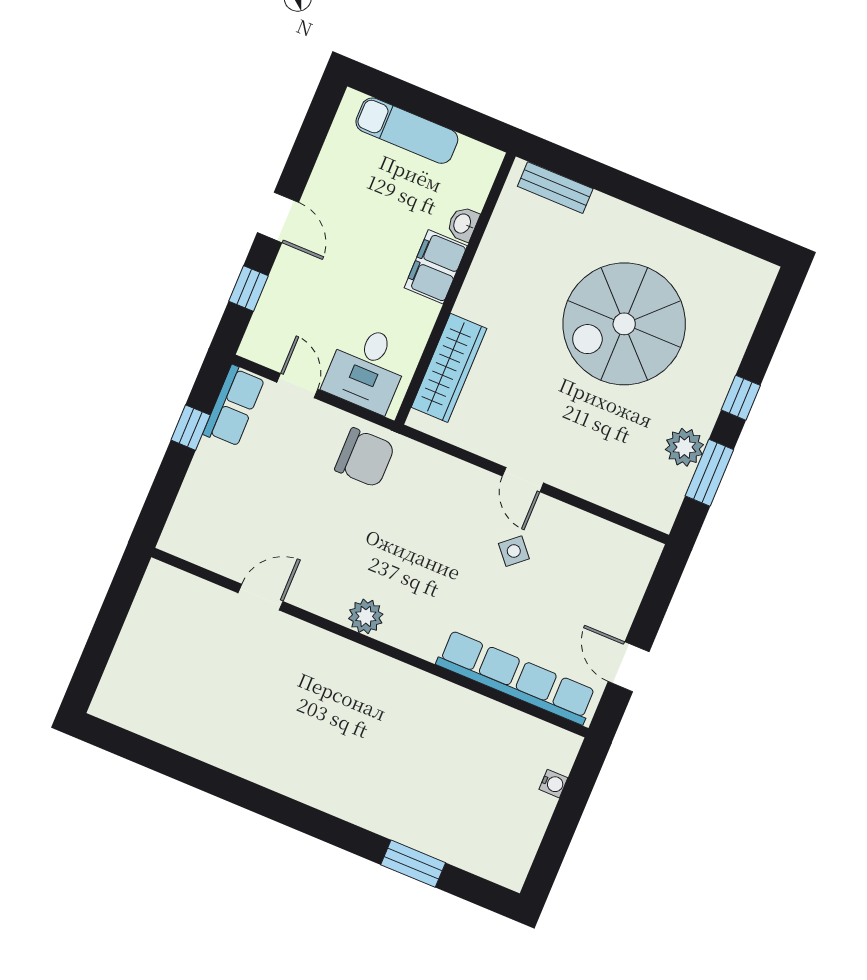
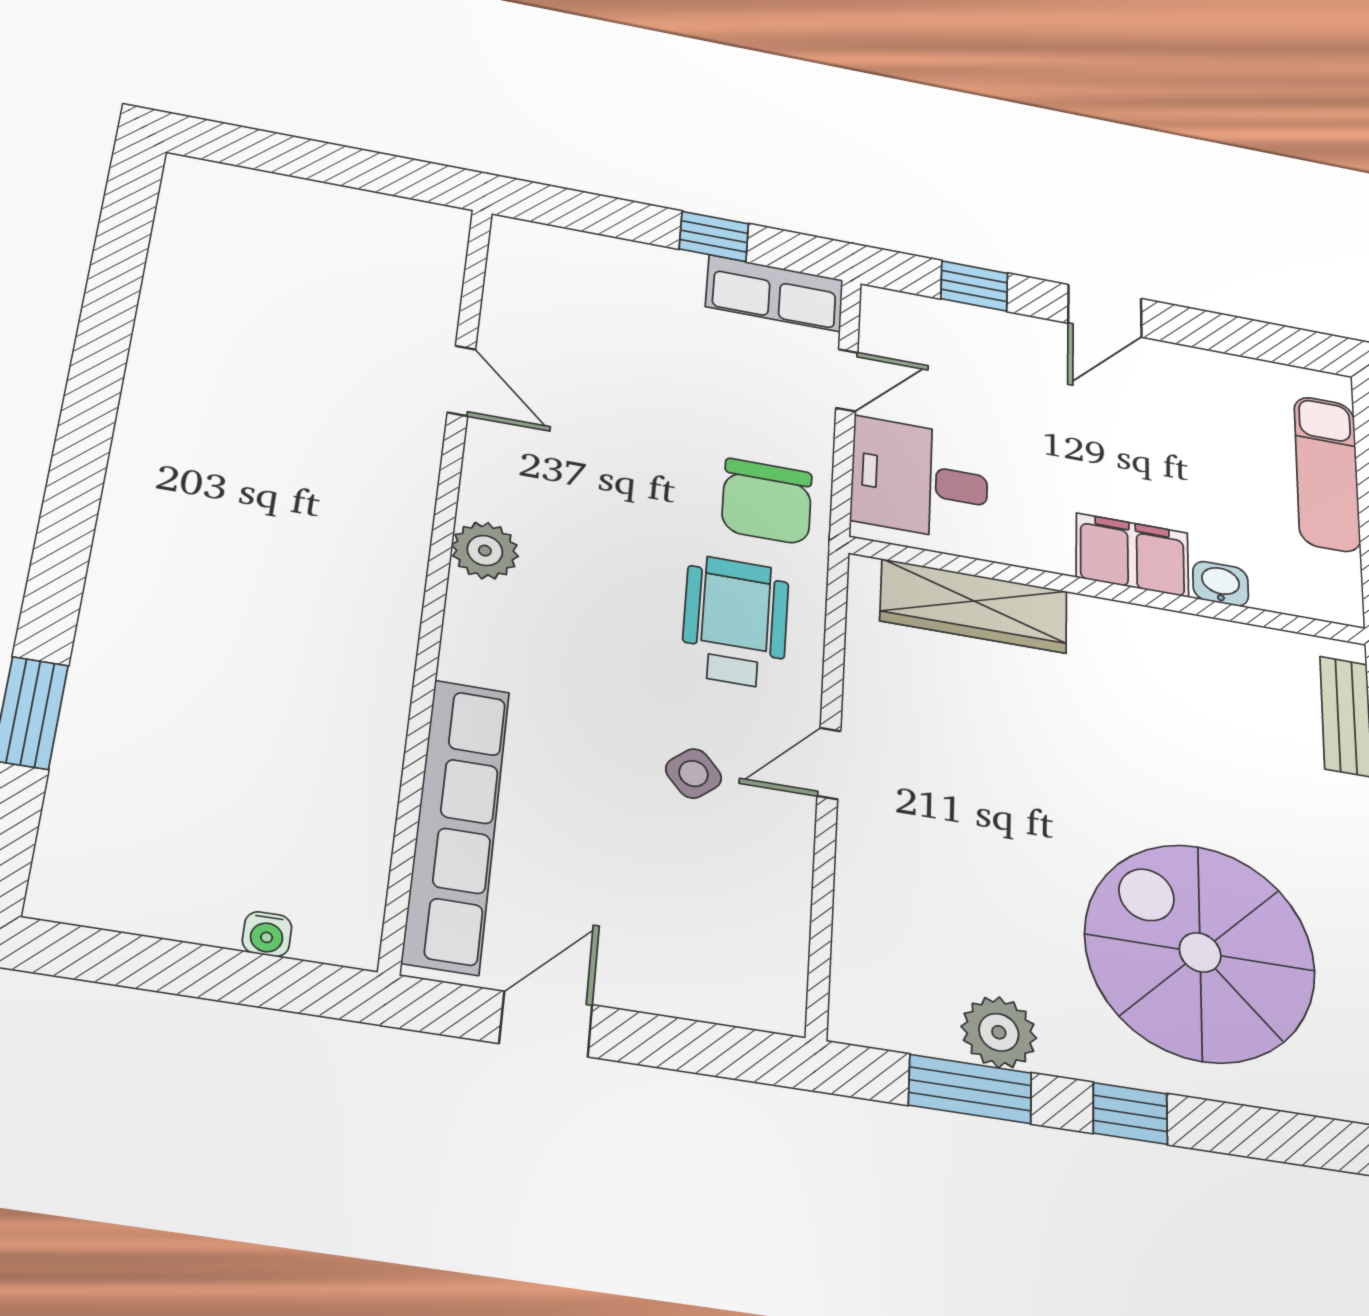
spiral stairs: (624, 324) -> (1200, 952), moved
wheelchair: (433, 500) -> (735, 622), added

